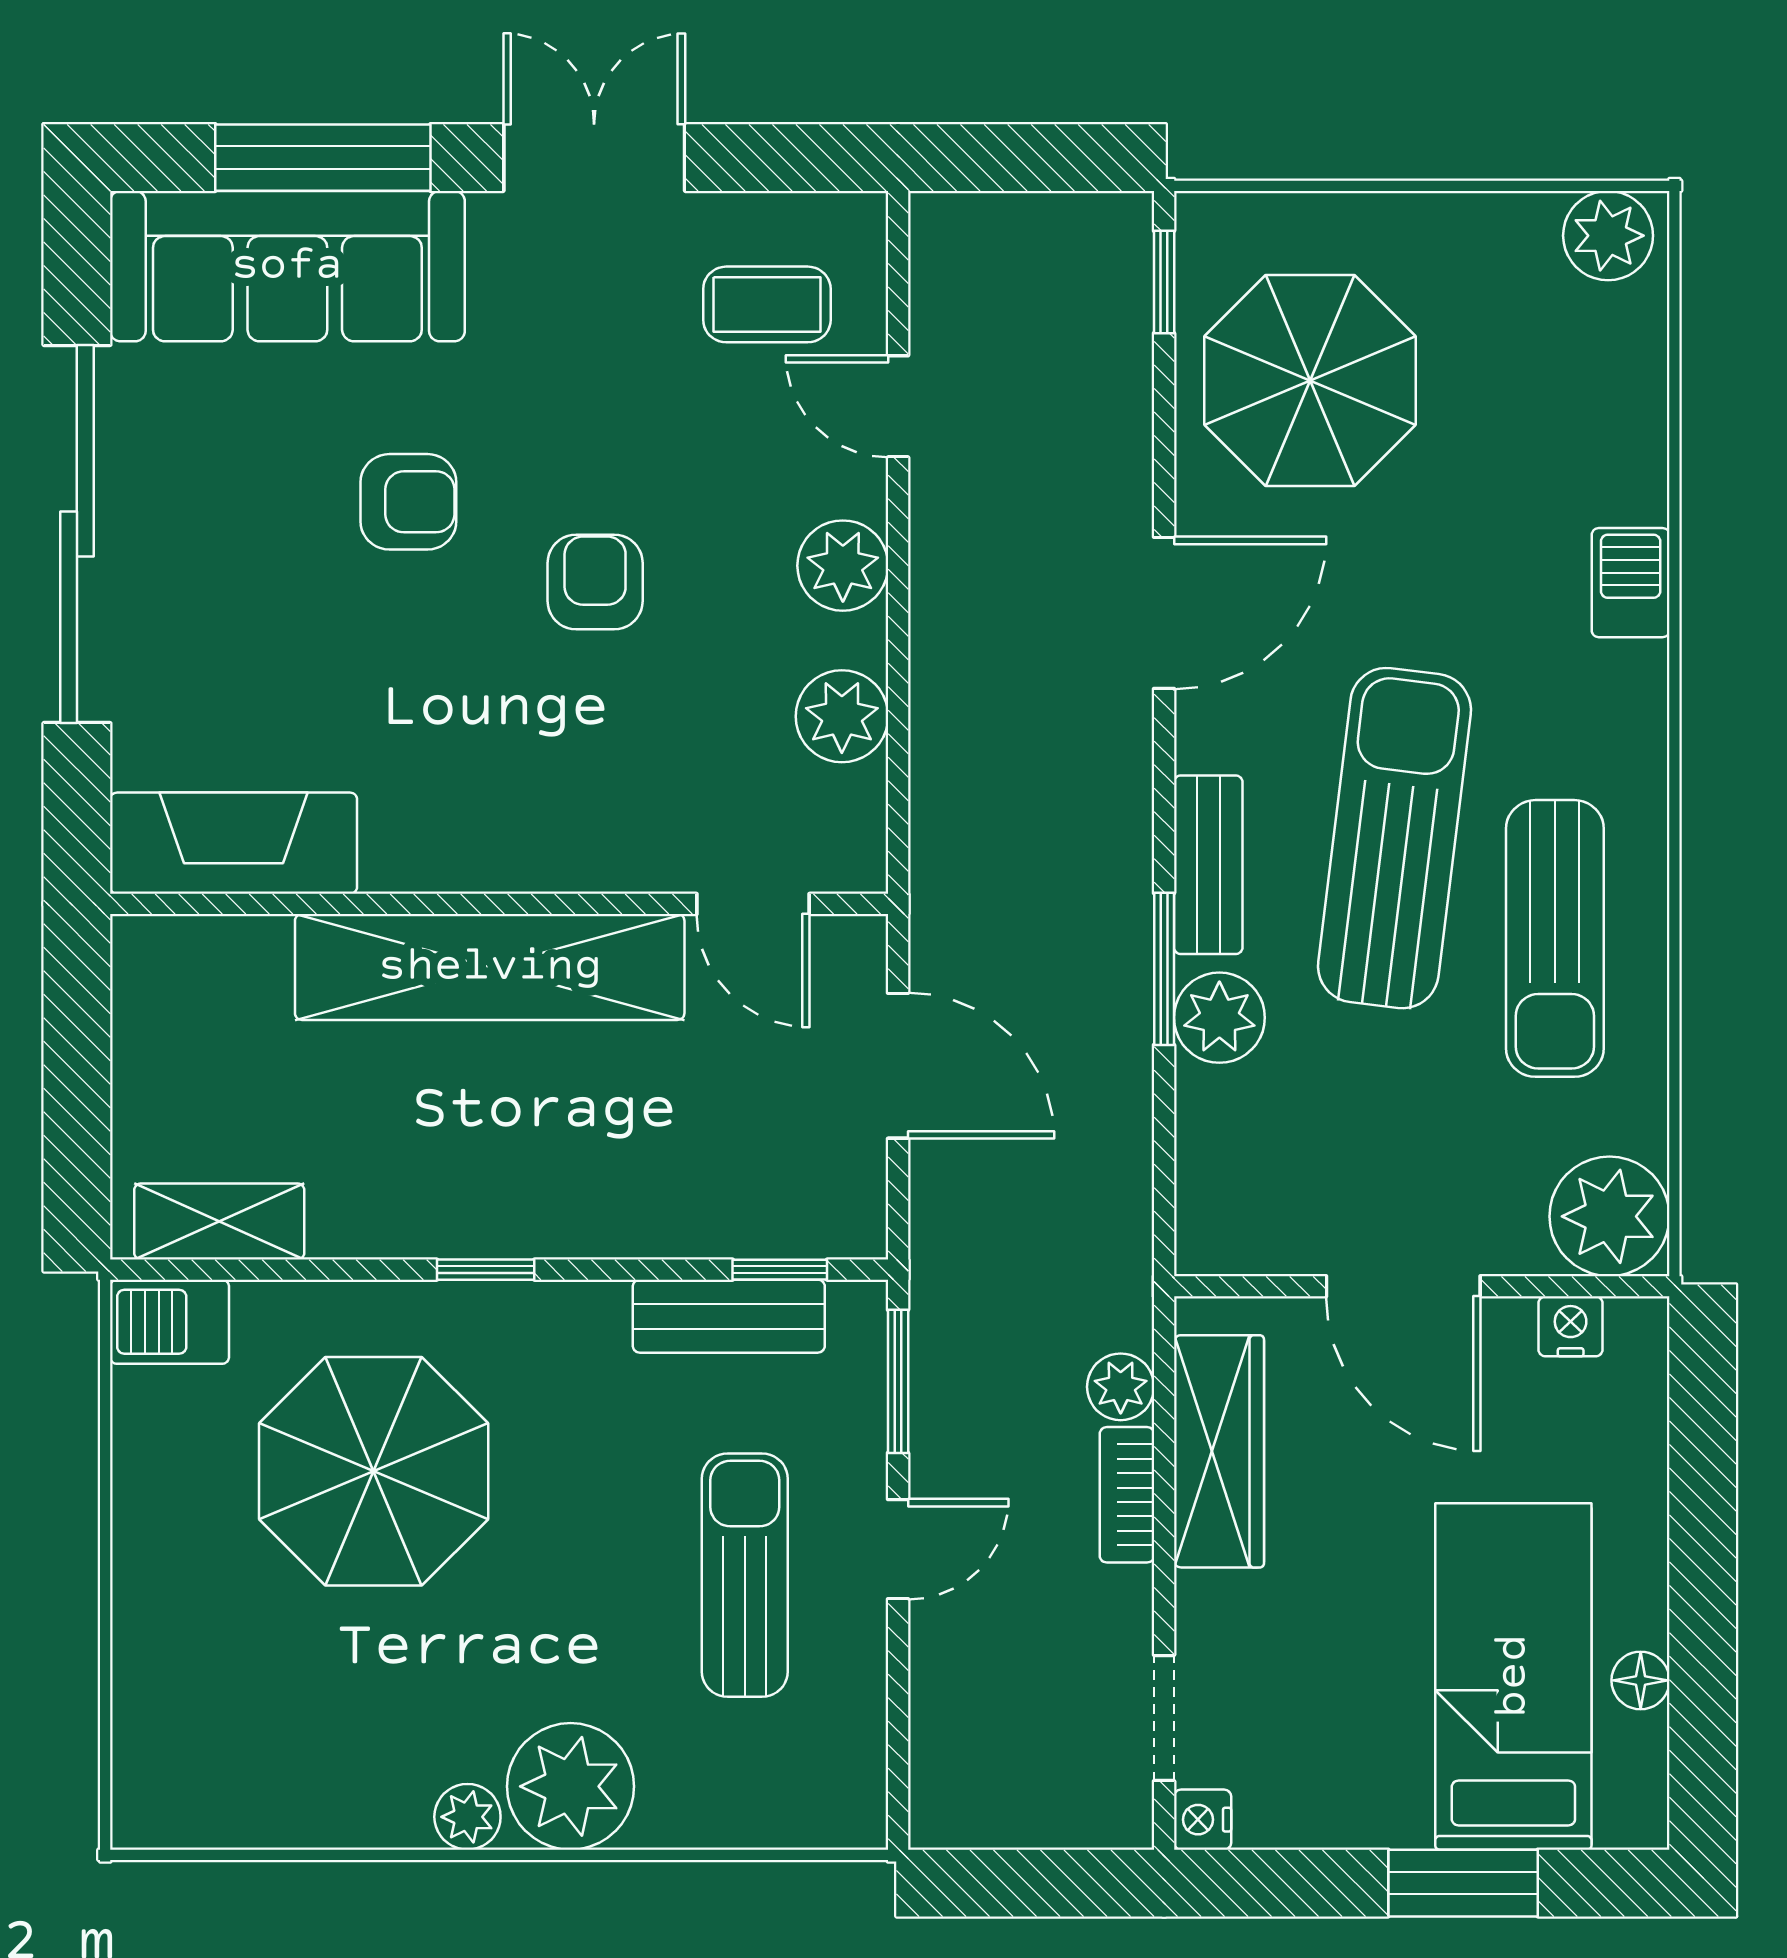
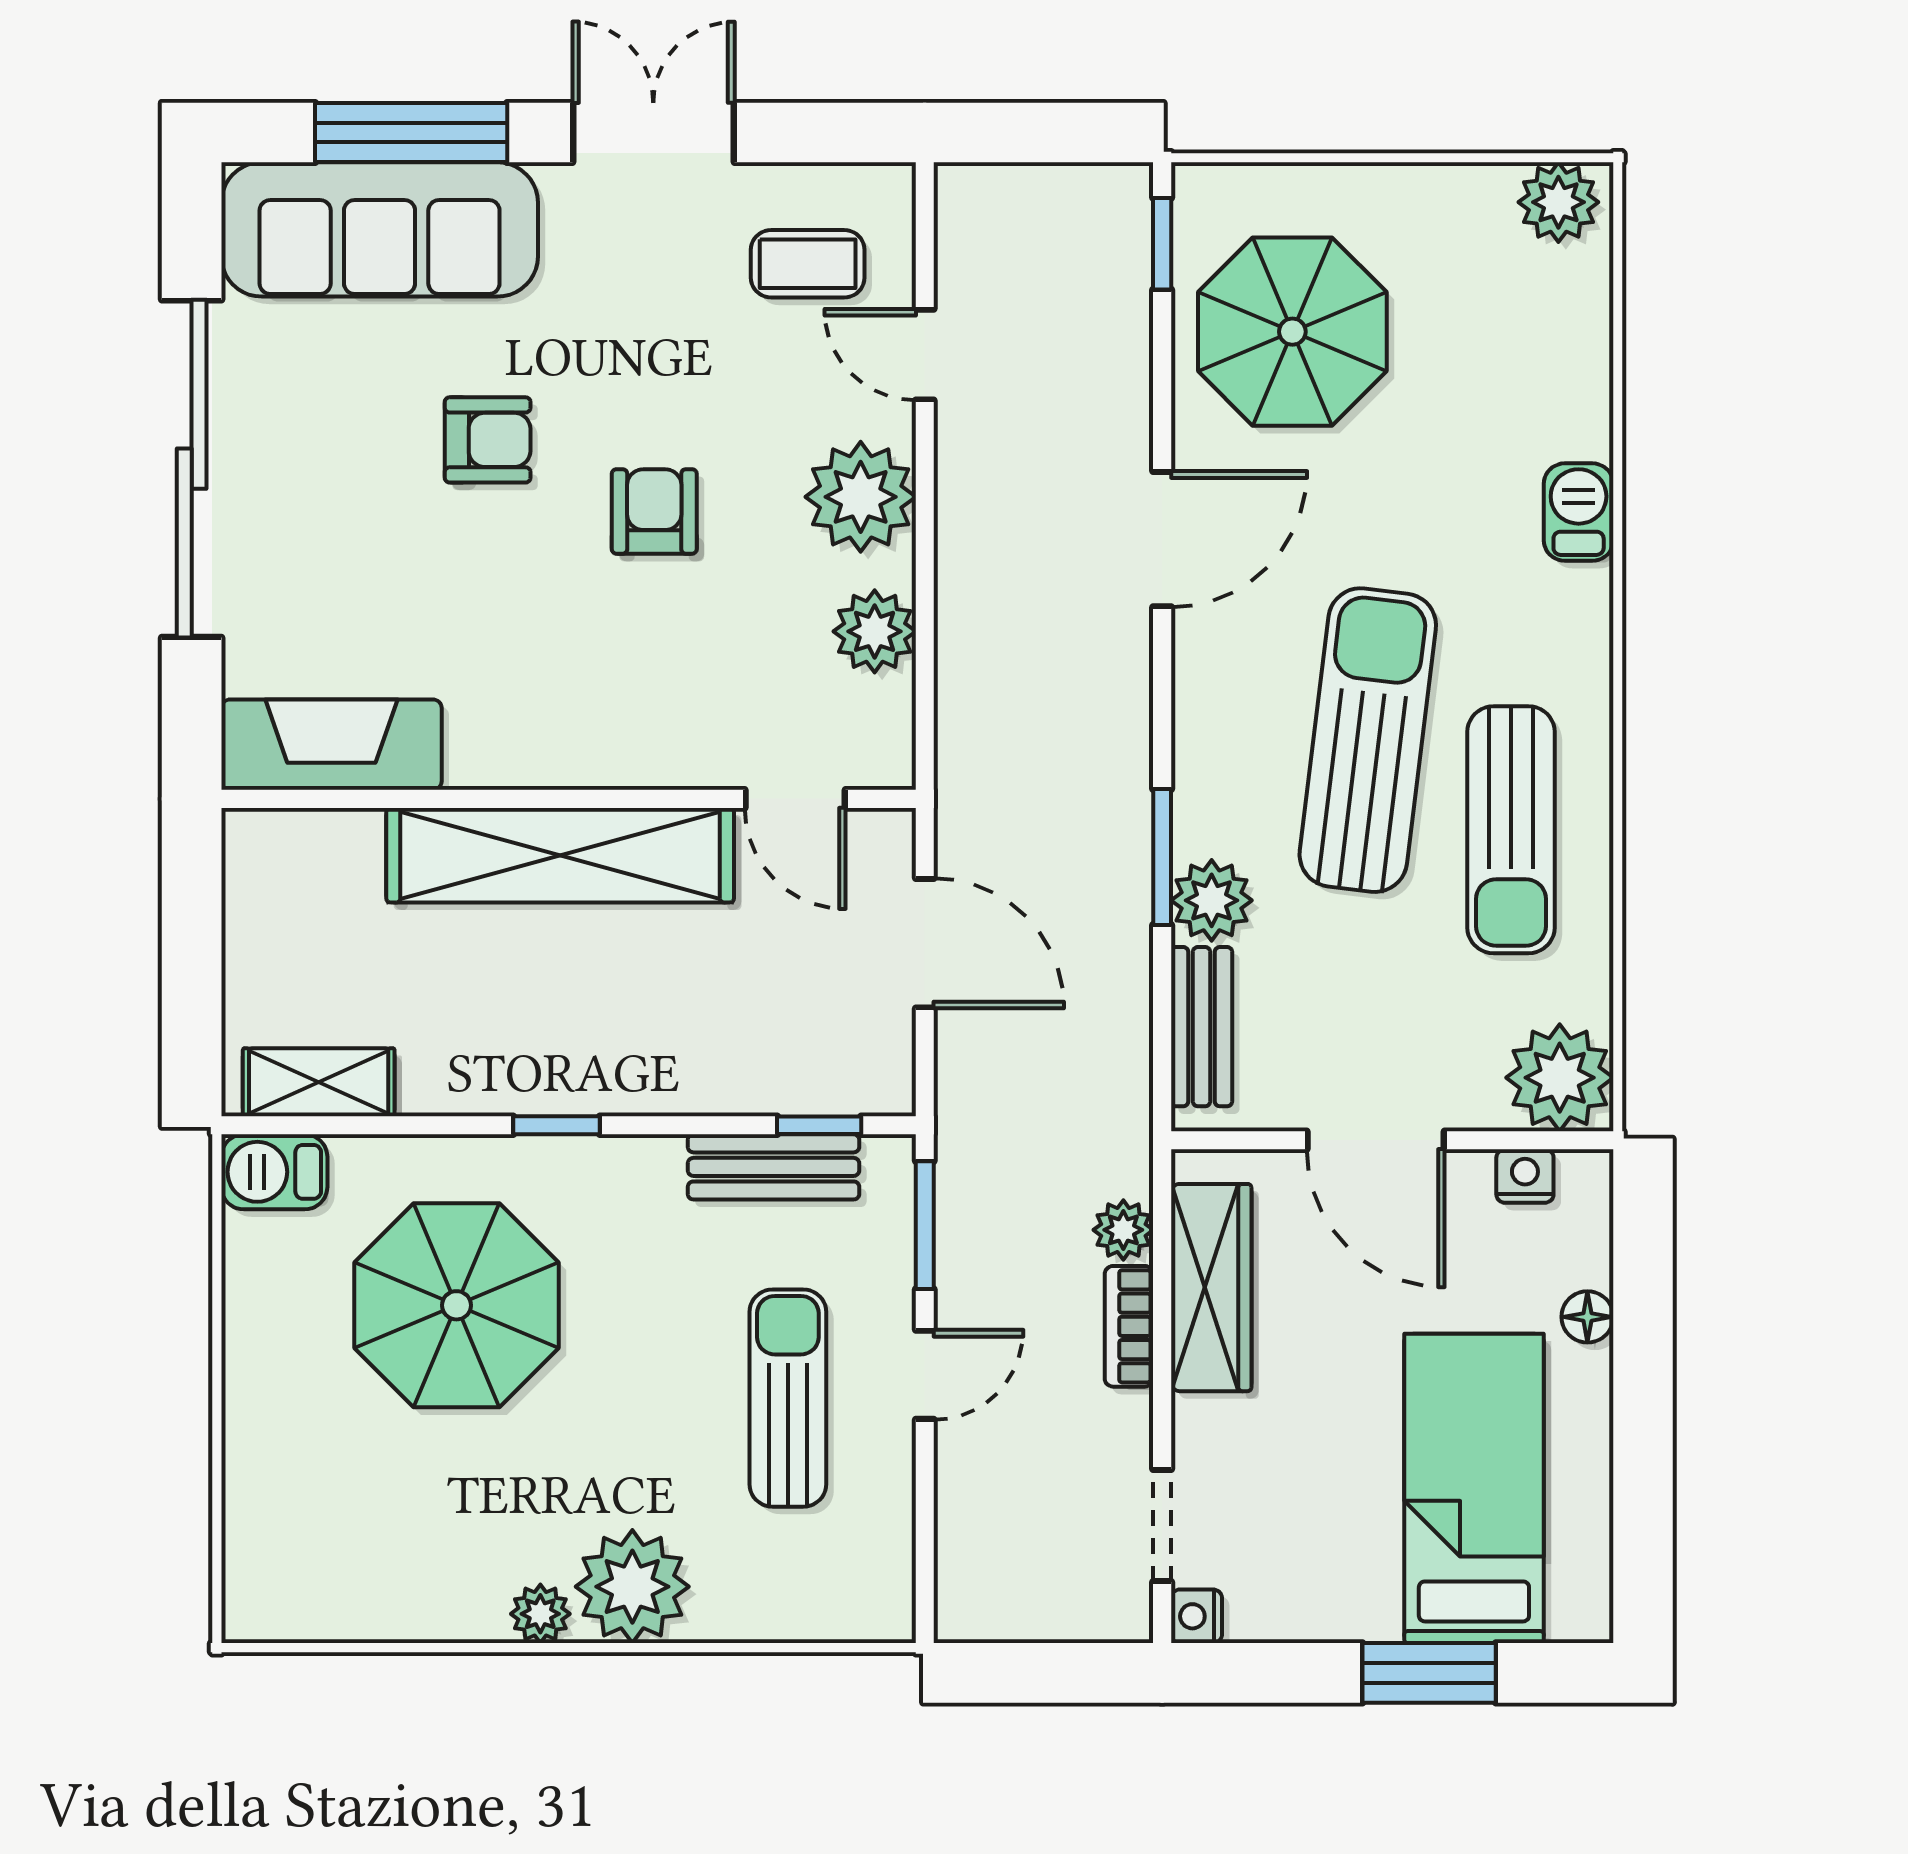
plant: (843, 566) -> (861, 497), width x1.36, depth x1.36
bench: (1208, 865) -> (1202, 1027), moved
floor lamp: (1641, 1680) -> (1587, 1317), moved

